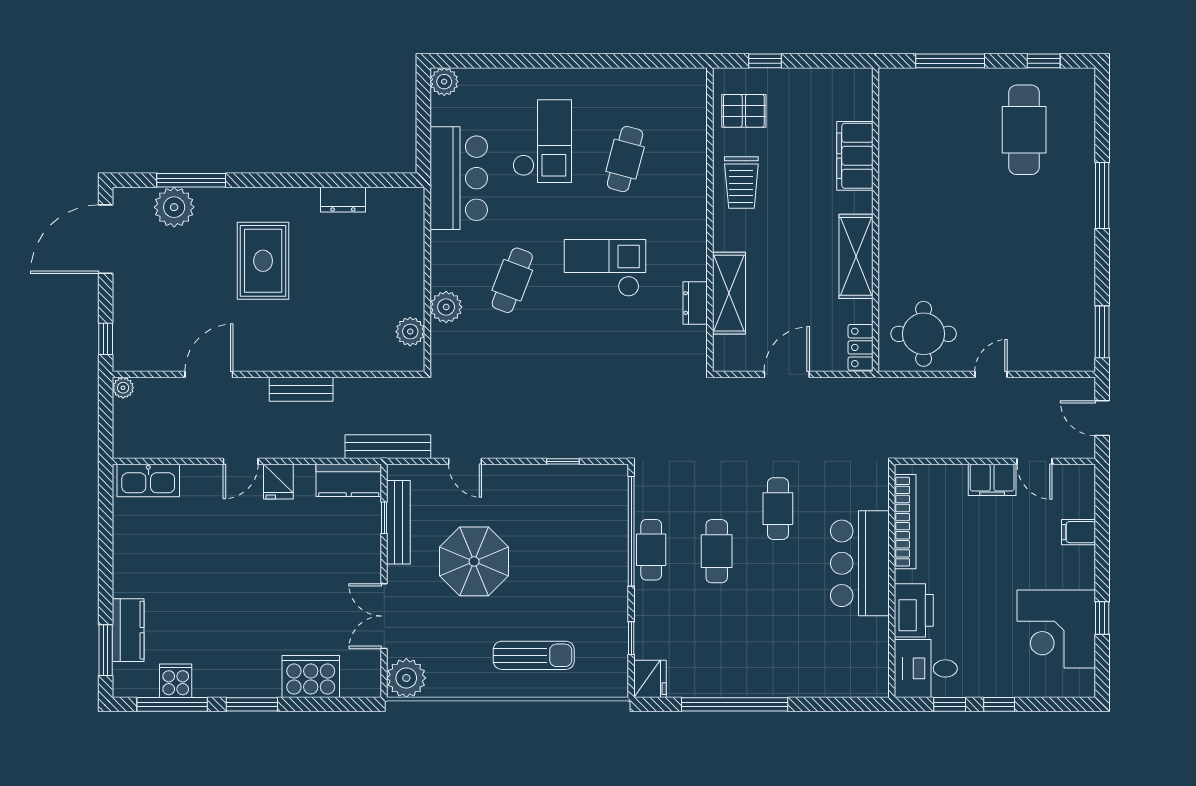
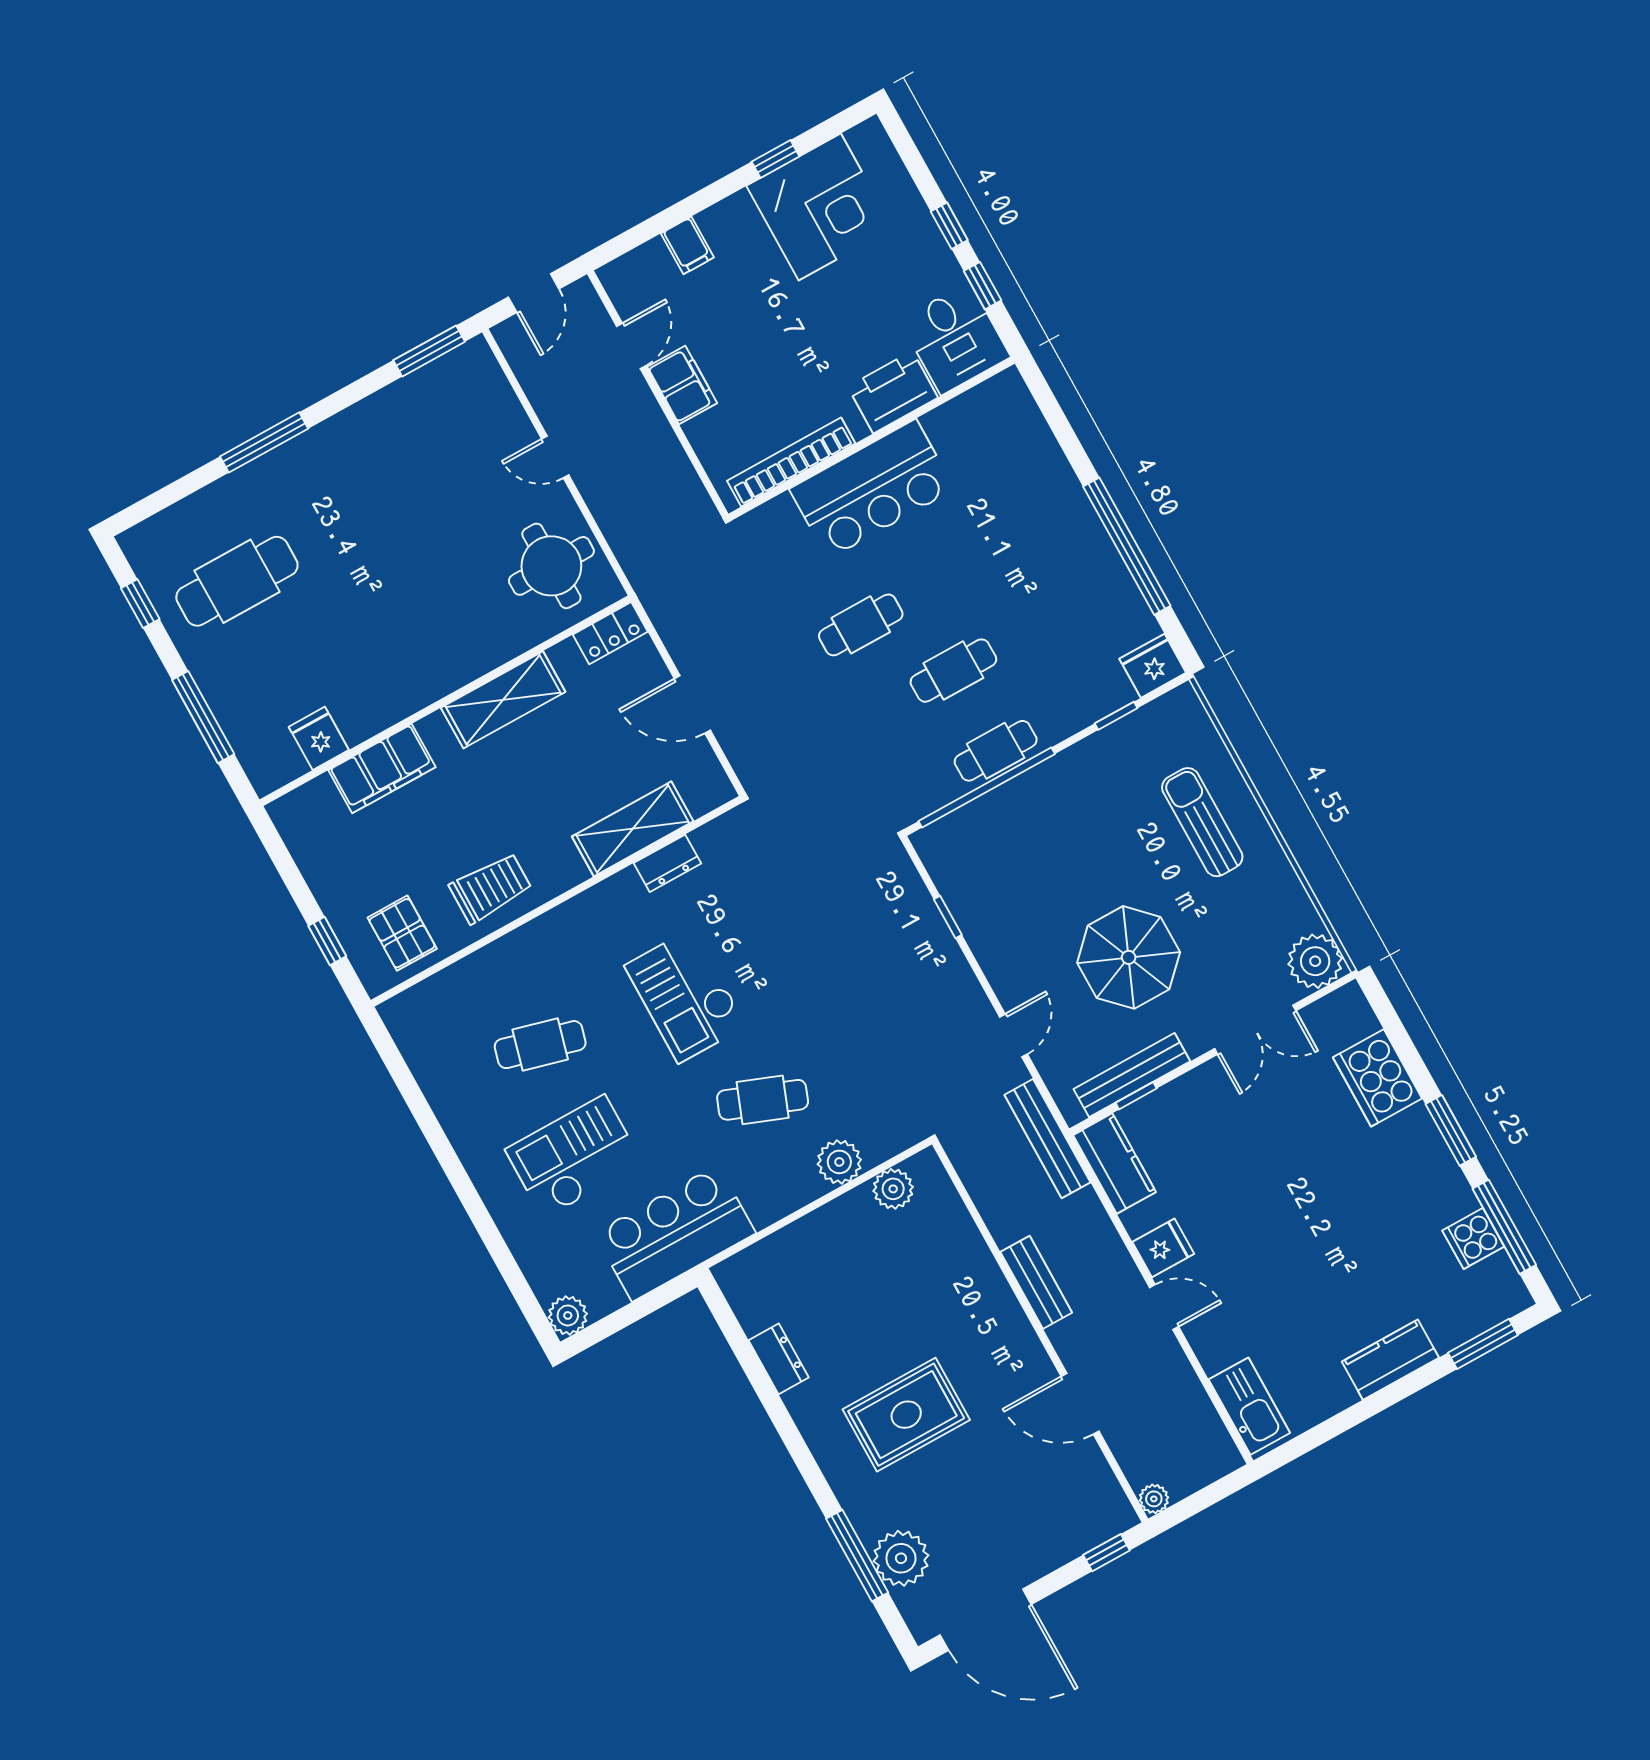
fridge: (896, 126) -> (319, 738), added
kitchen counter: (128, 630) -> (1390, 1360), moved

